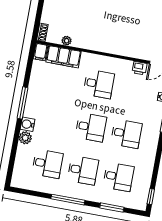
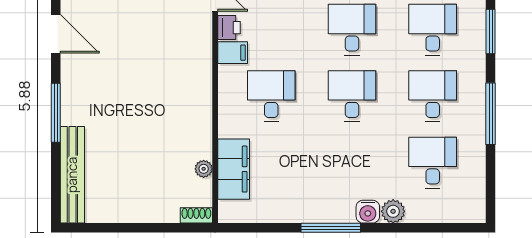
filing cabinet: (41, 52) -> (233, 53), moved

